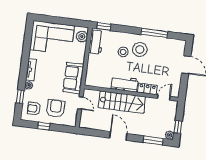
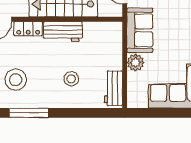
window: (104, 26) -> (105, 113), removed
plant: (82, 37) -> (136, 62), moved
stool: (140, 49) -> (16, 80), moved

